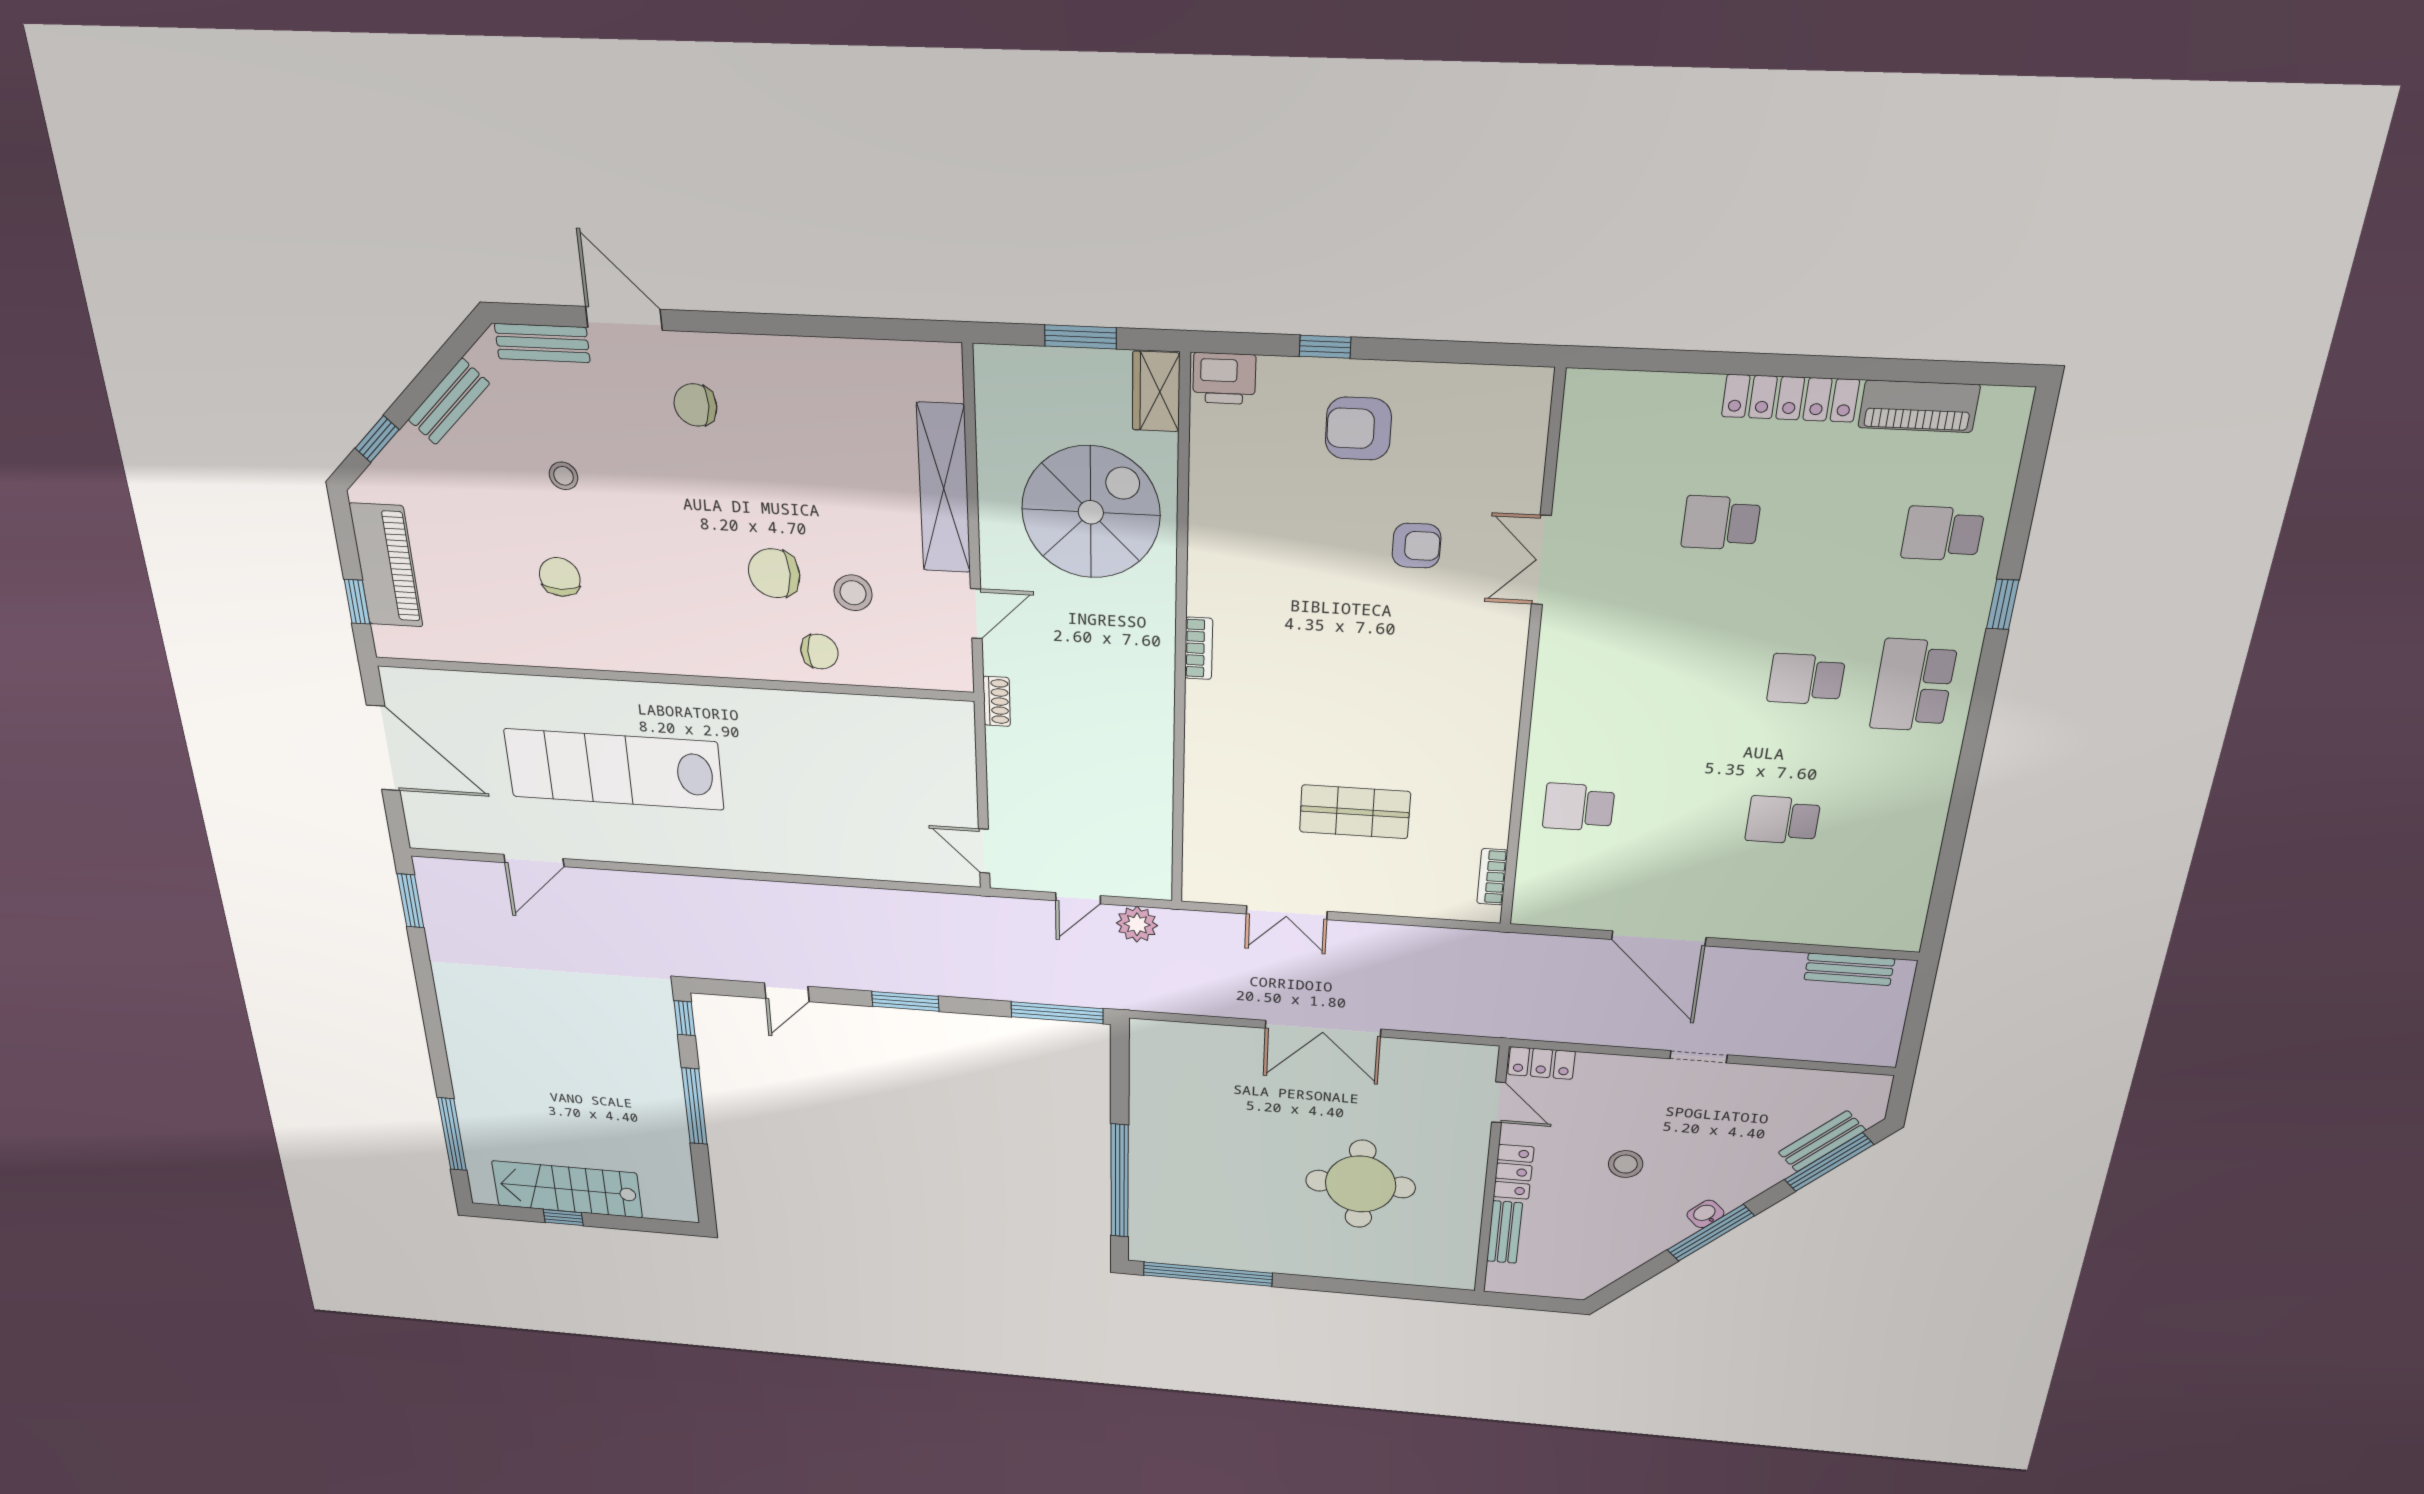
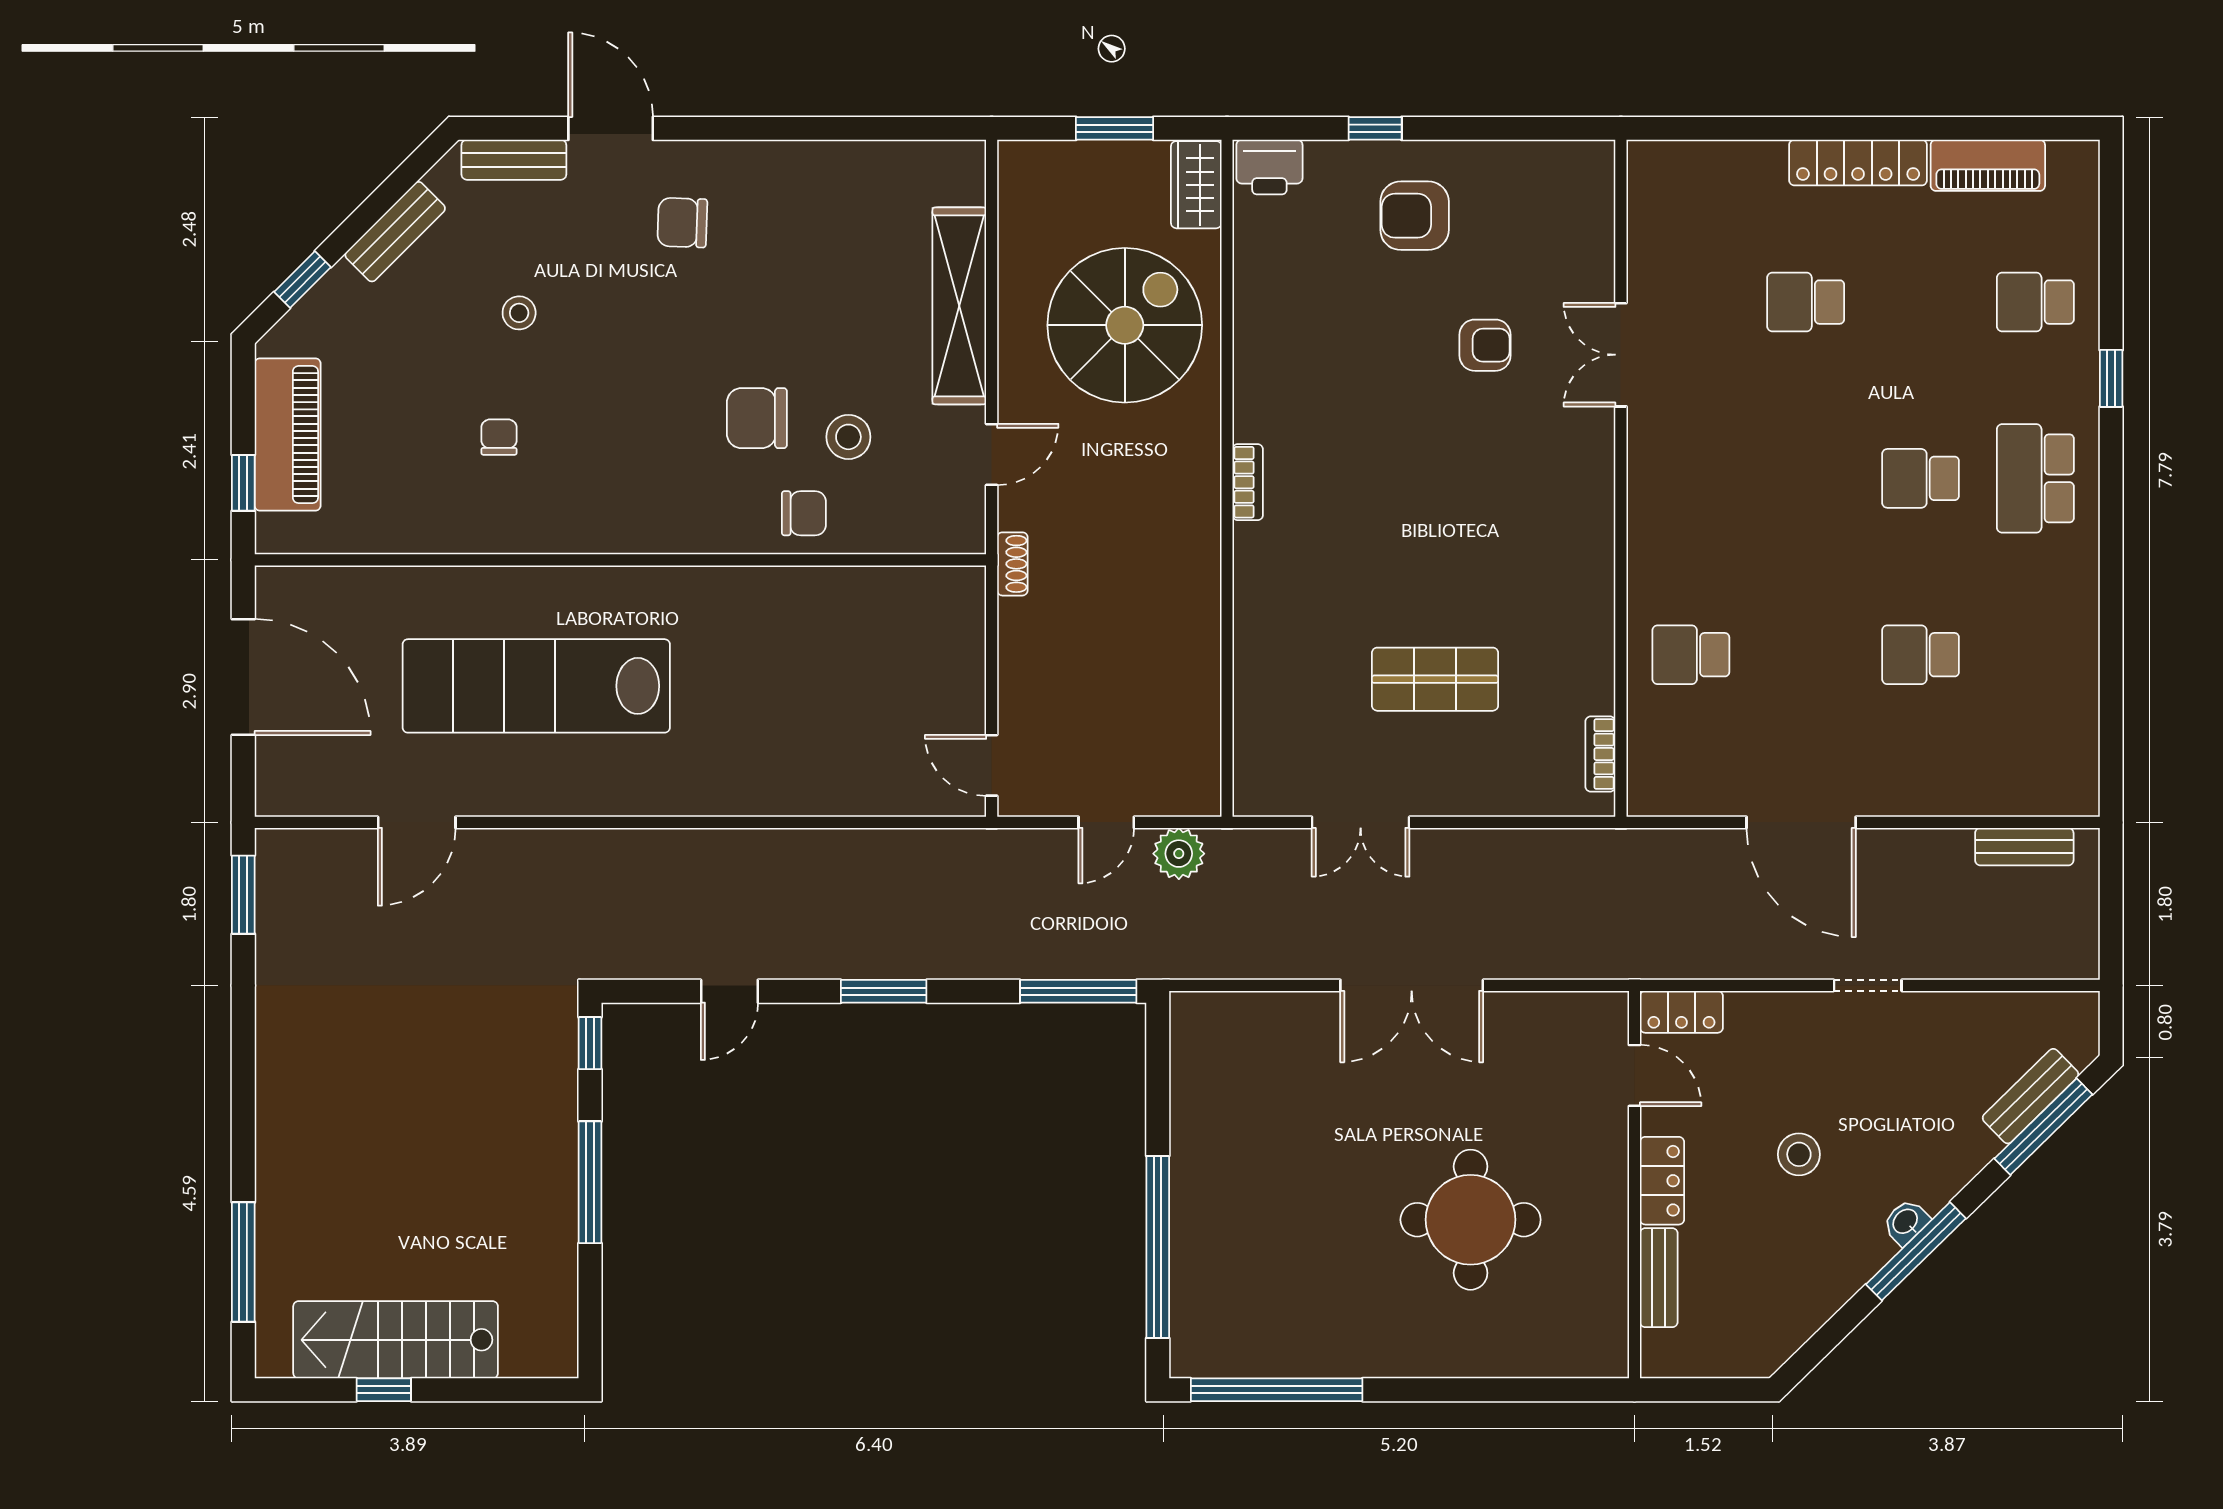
chair: (560, 577) -> (499, 437), width x0.73, depth x0.73

